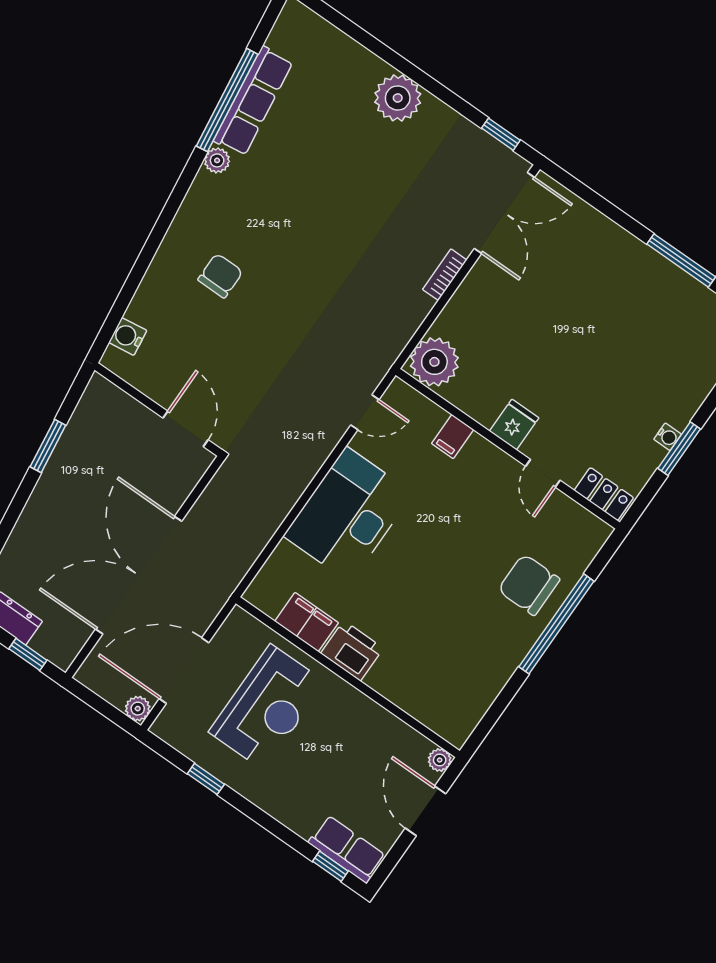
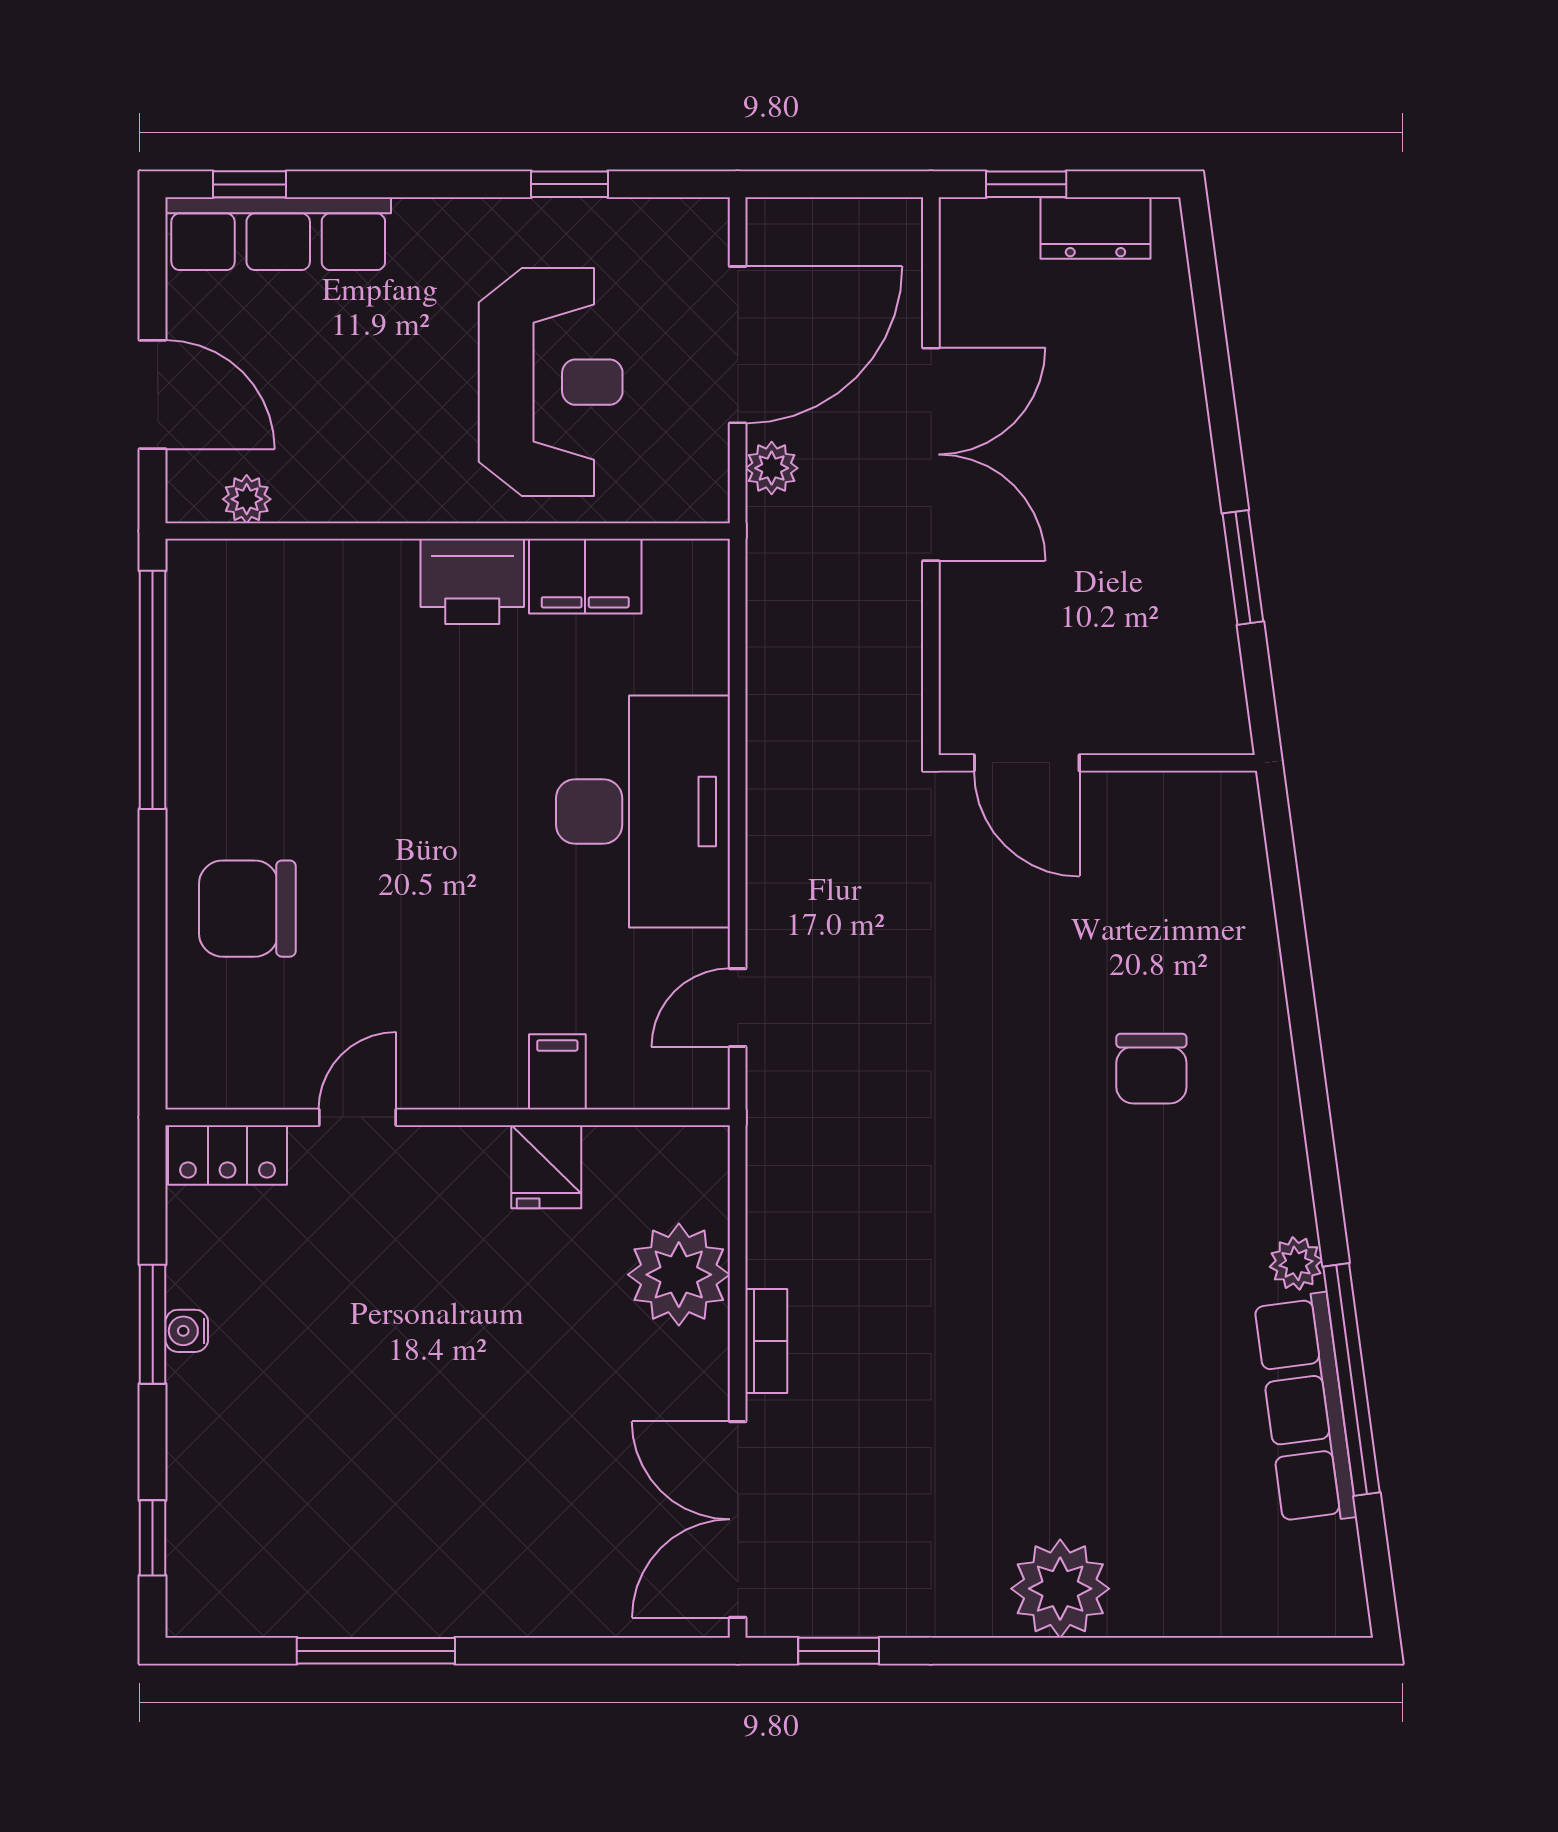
water cooler: (128, 336) -> (1238, 852), removed
plant: (434, 362) -> (679, 1275), moved
fridge: (514, 425) -> (546, 1167), moved
door: (543, 473) -> (357, 1117), hinge flipped
double door: (139, 575) -> (931, 454), width x0.73
chair: (529, 585) -> (247, 909), turned 180
window: (556, 624) -> (153, 690), moved
reception desk: (267, 707) -> (551, 382), turned 180
plant: (138, 709) -> (772, 468), moved
plant: (440, 760) -> (247, 499), moved
row of seats: (347, 849) -> (278, 234), width x1.48

